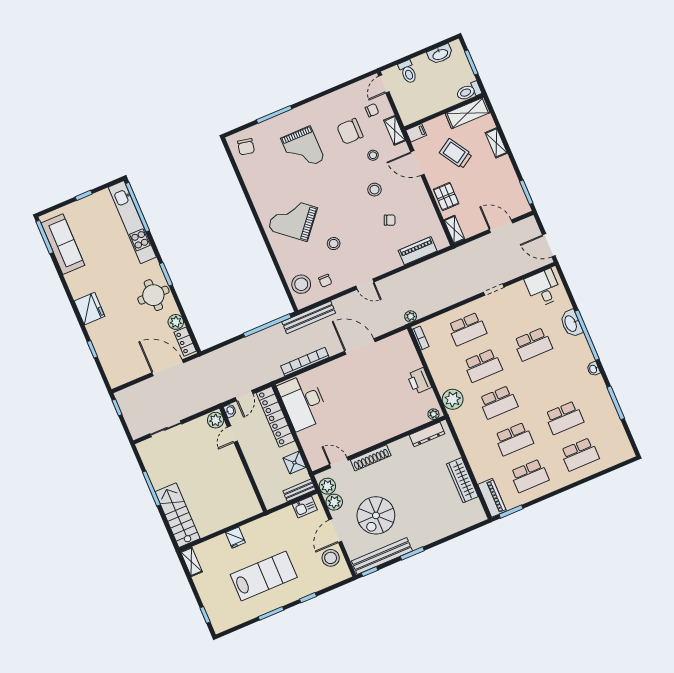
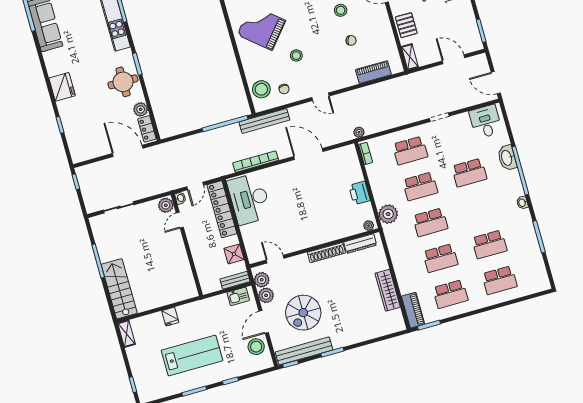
shoe rack: (371, 458) -> (326, 253), moved

